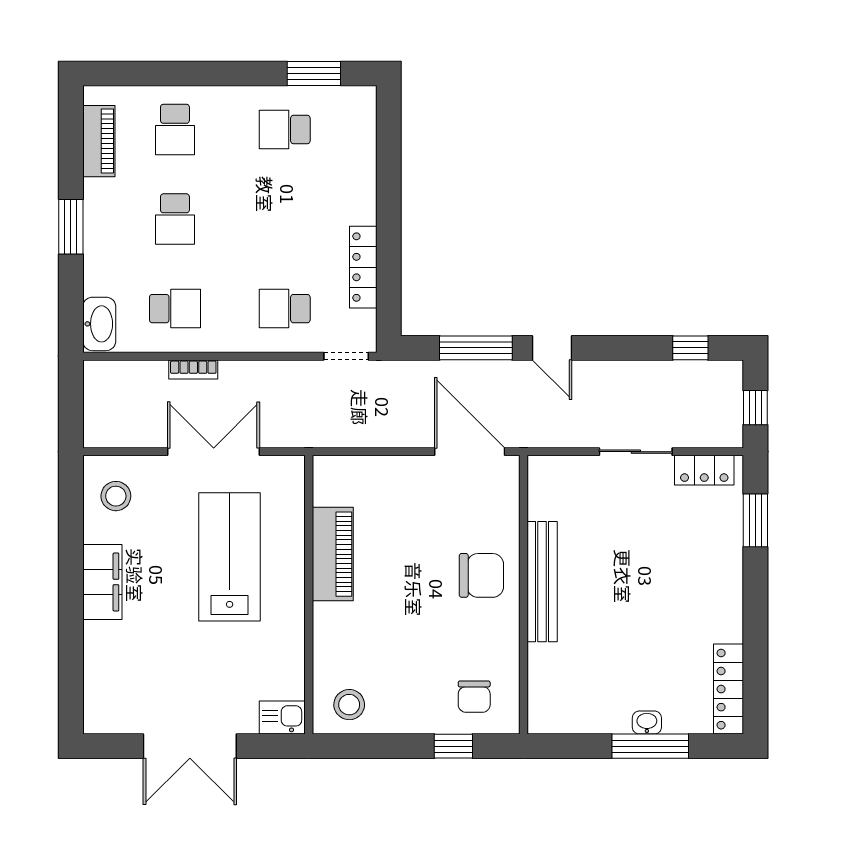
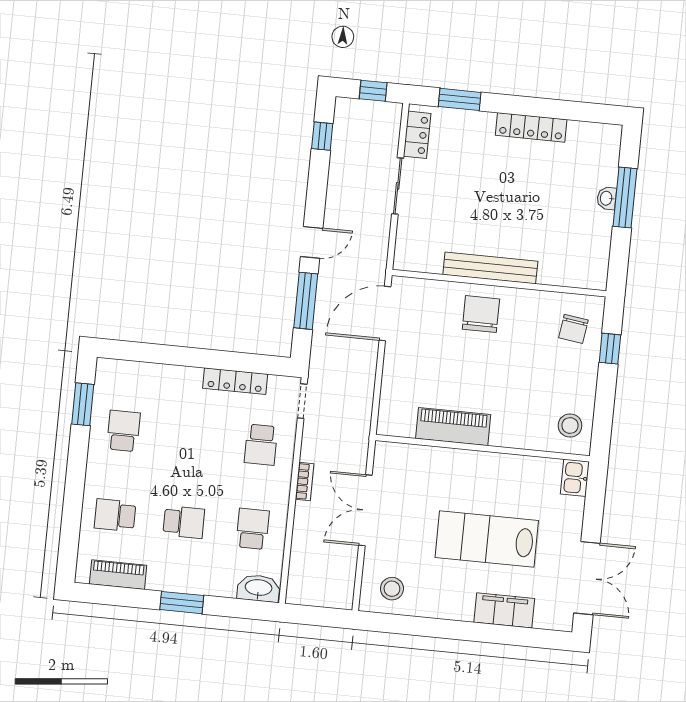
school desk: (175, 130) -> (115, 515), turned 180
school desk: (285, 130) -> (123, 431), turned 180
bookcase: (193, 370) -> (305, 482), moved
lab bench: (230, 557) -> (487, 539), moved
filing cabinet: (102, 582) -> (504, 610), moved
locker: (729, 689) -> (531, 127), moved
chair: (474, 697) -> (573, 329), turned 98
double door: (190, 746) -> (587, 578), moved

